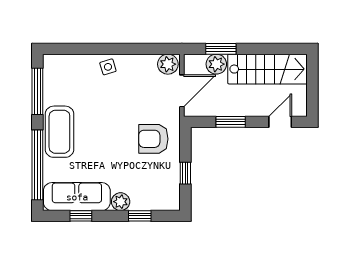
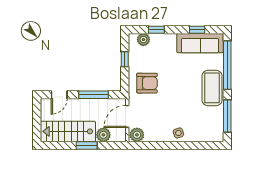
window: (221, 49) -> (87, 145), moved
window: (231, 122) -> (93, 95), width x1.44
plant: (121, 202) -> (143, 40), moved

